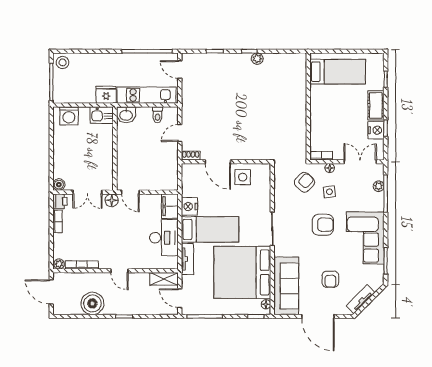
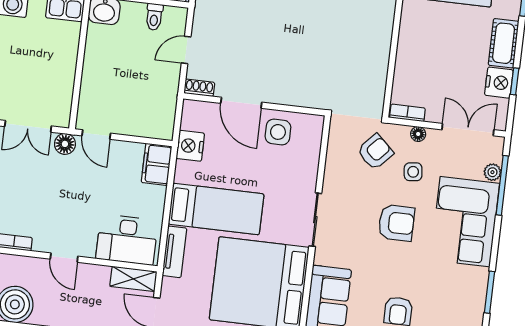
nightstand: (189, 207) -> (190, 146), moved
desk: (164, 238) -> (127, 240), moved, turned 90
corner sofa: (365, 238) -> (465, 222), moved

